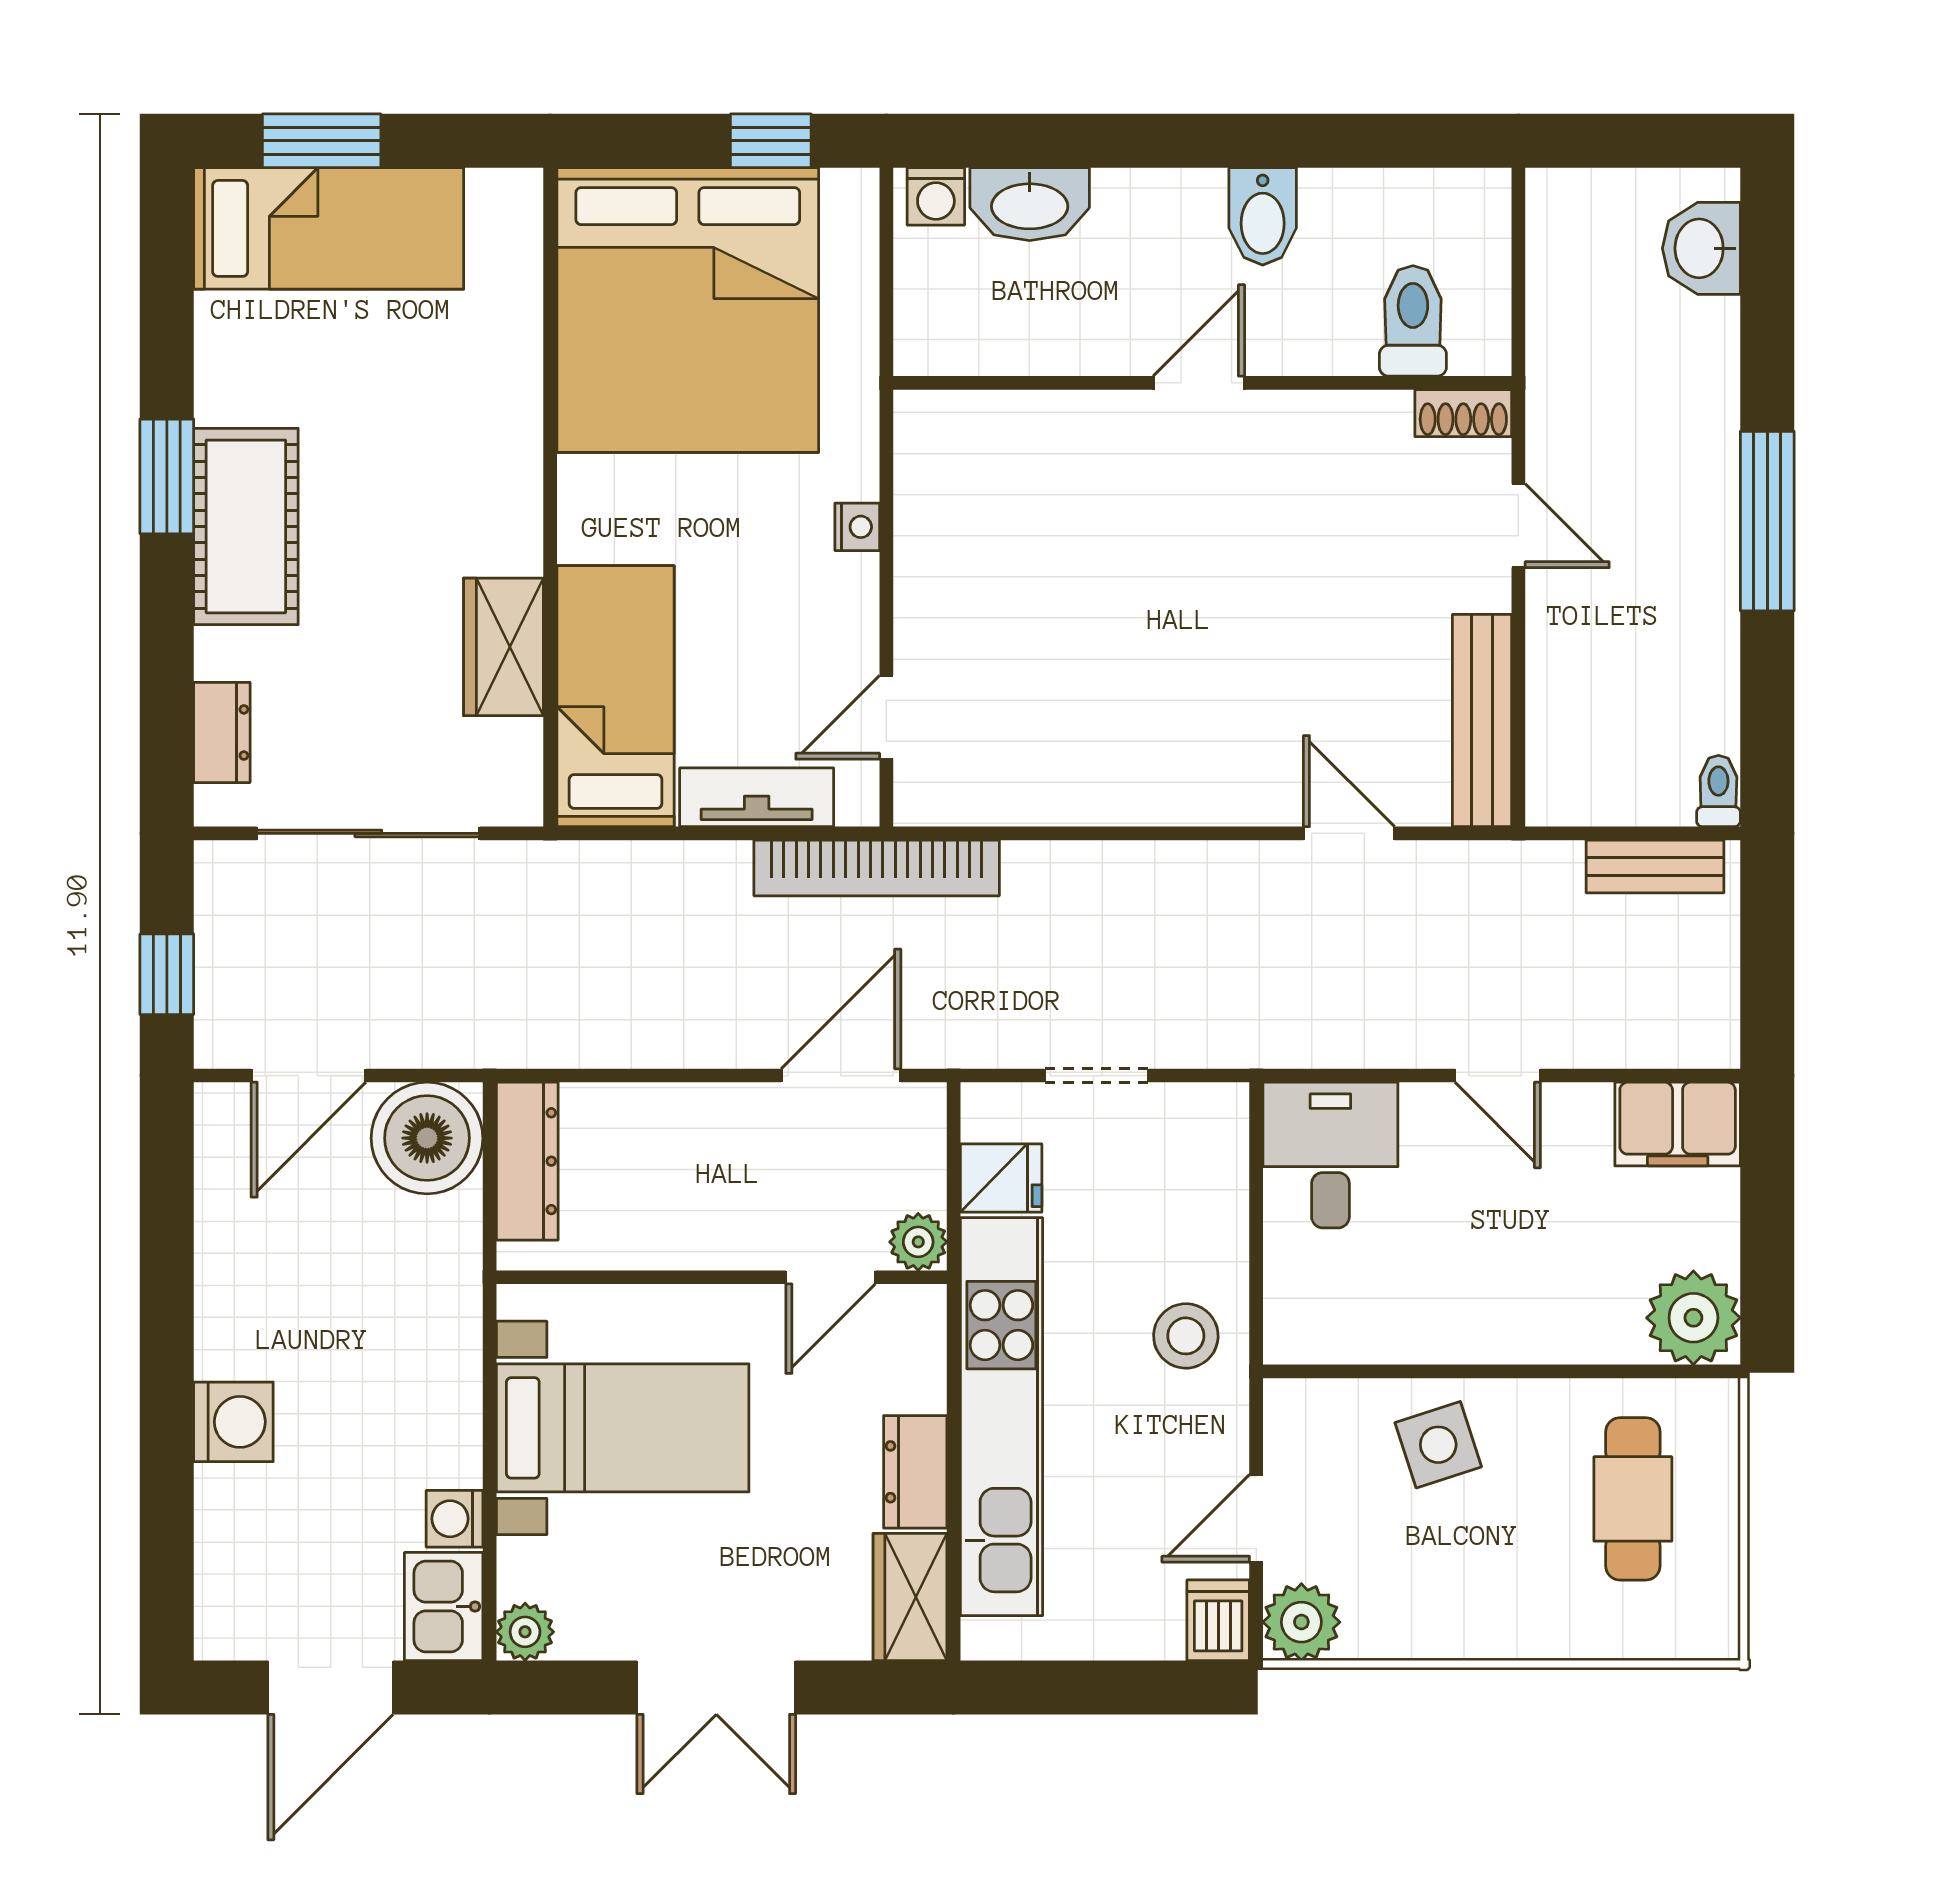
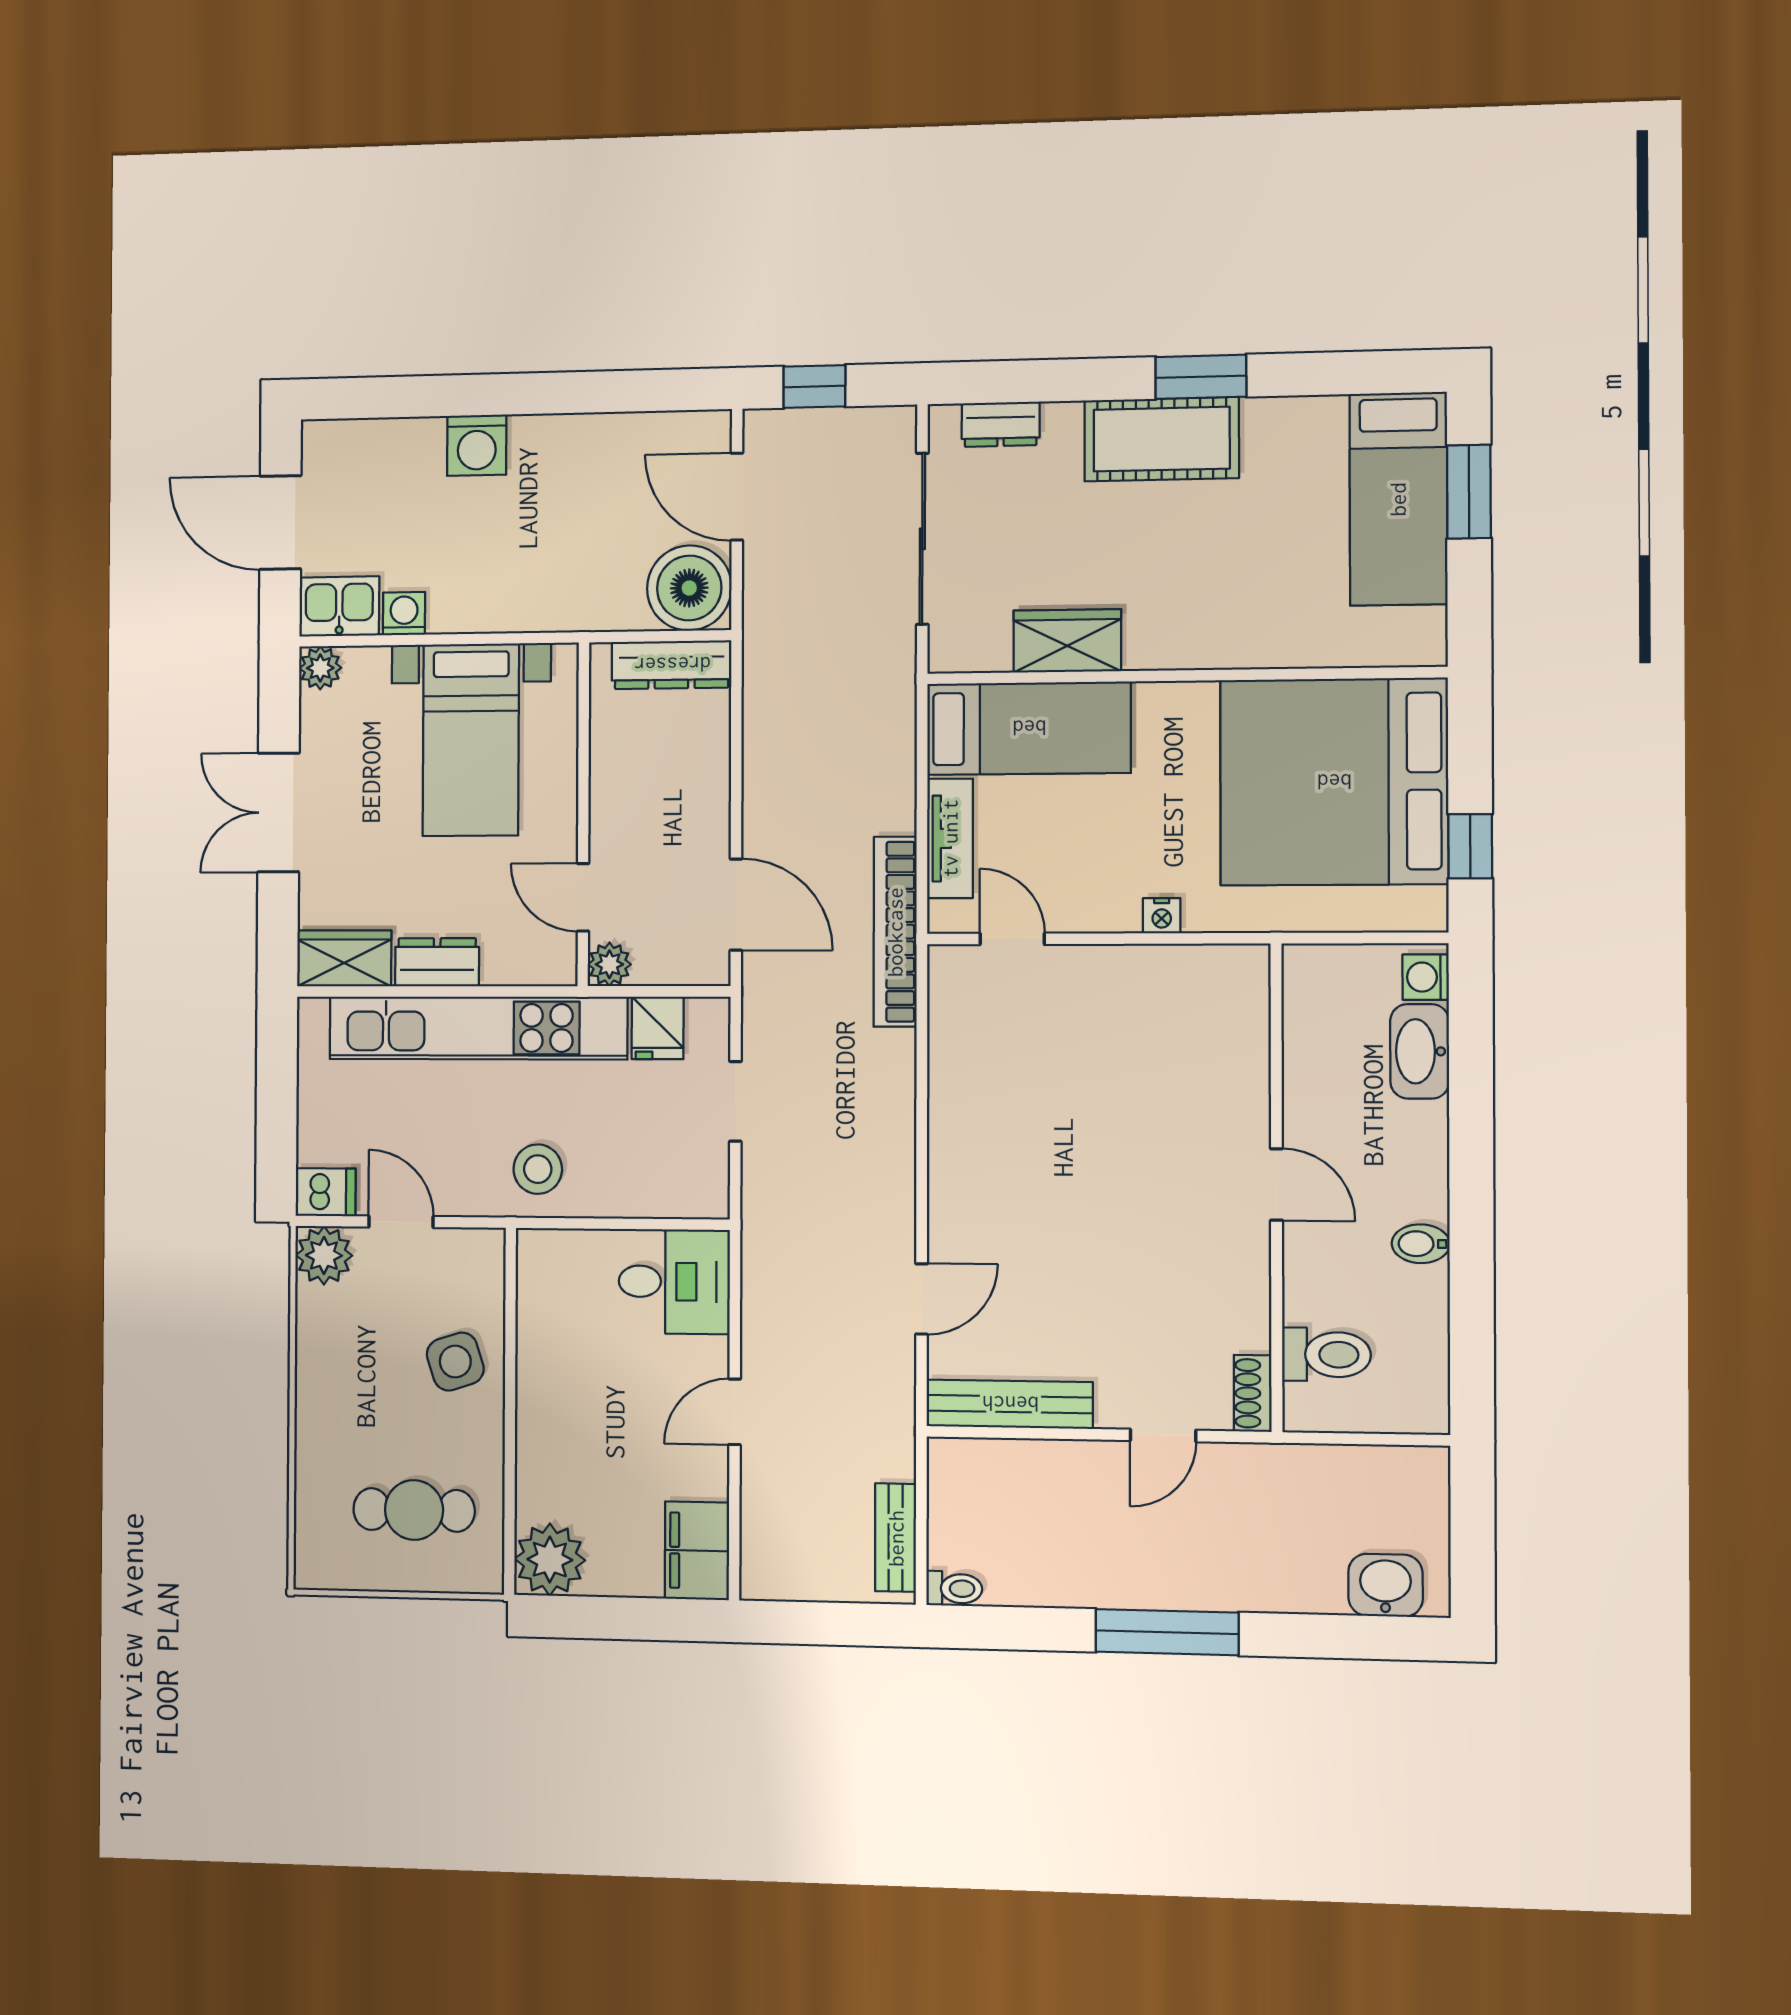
bidet: (1263, 216) -> (1421, 1244), width x0.72, depth x0.74

